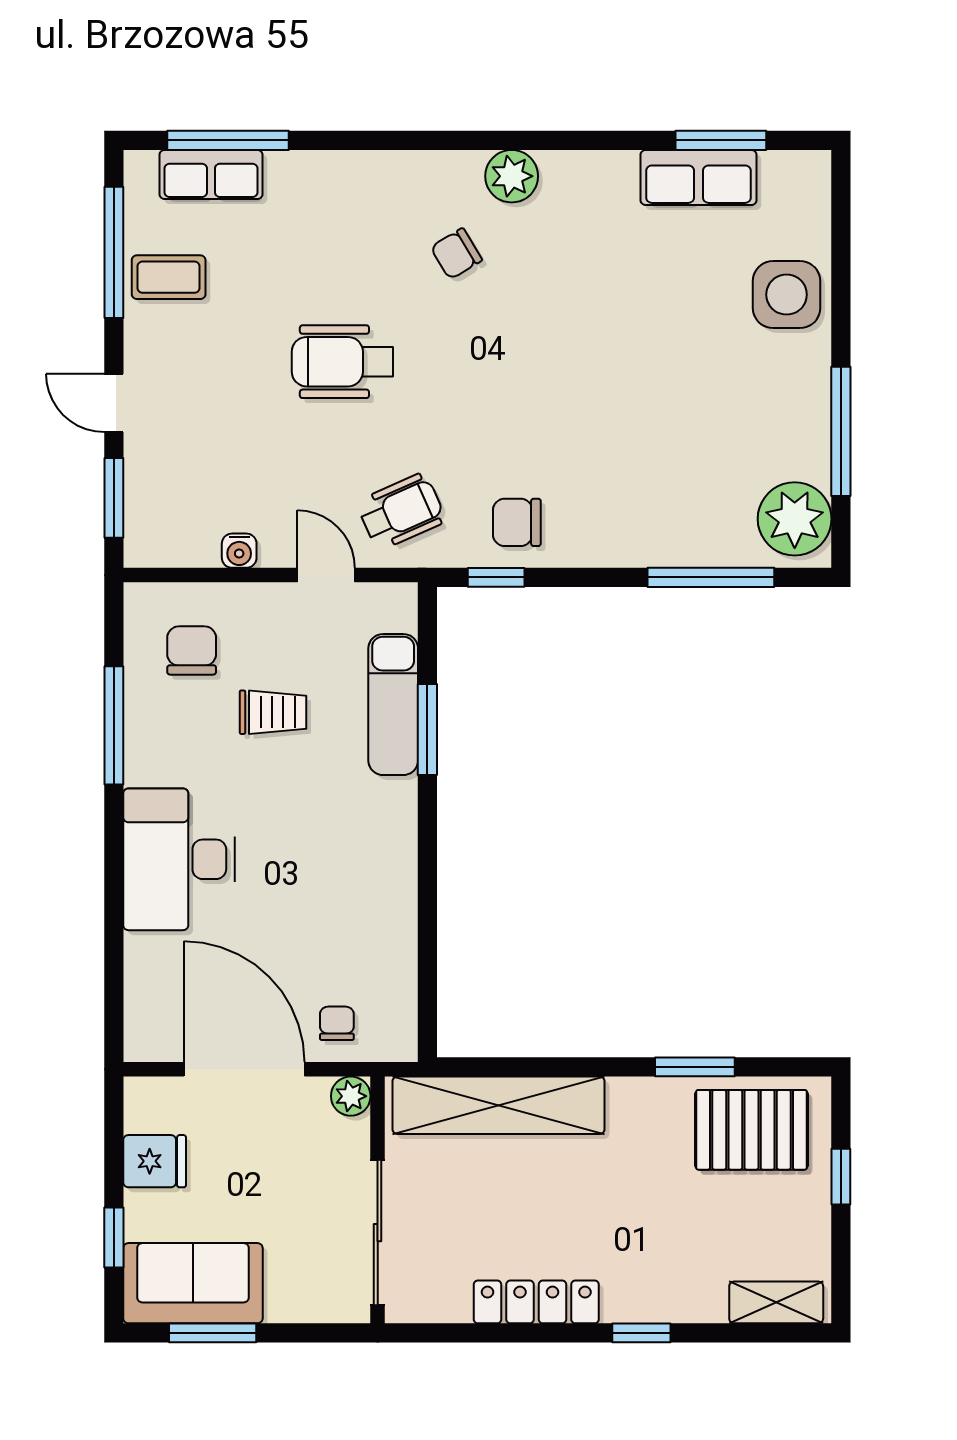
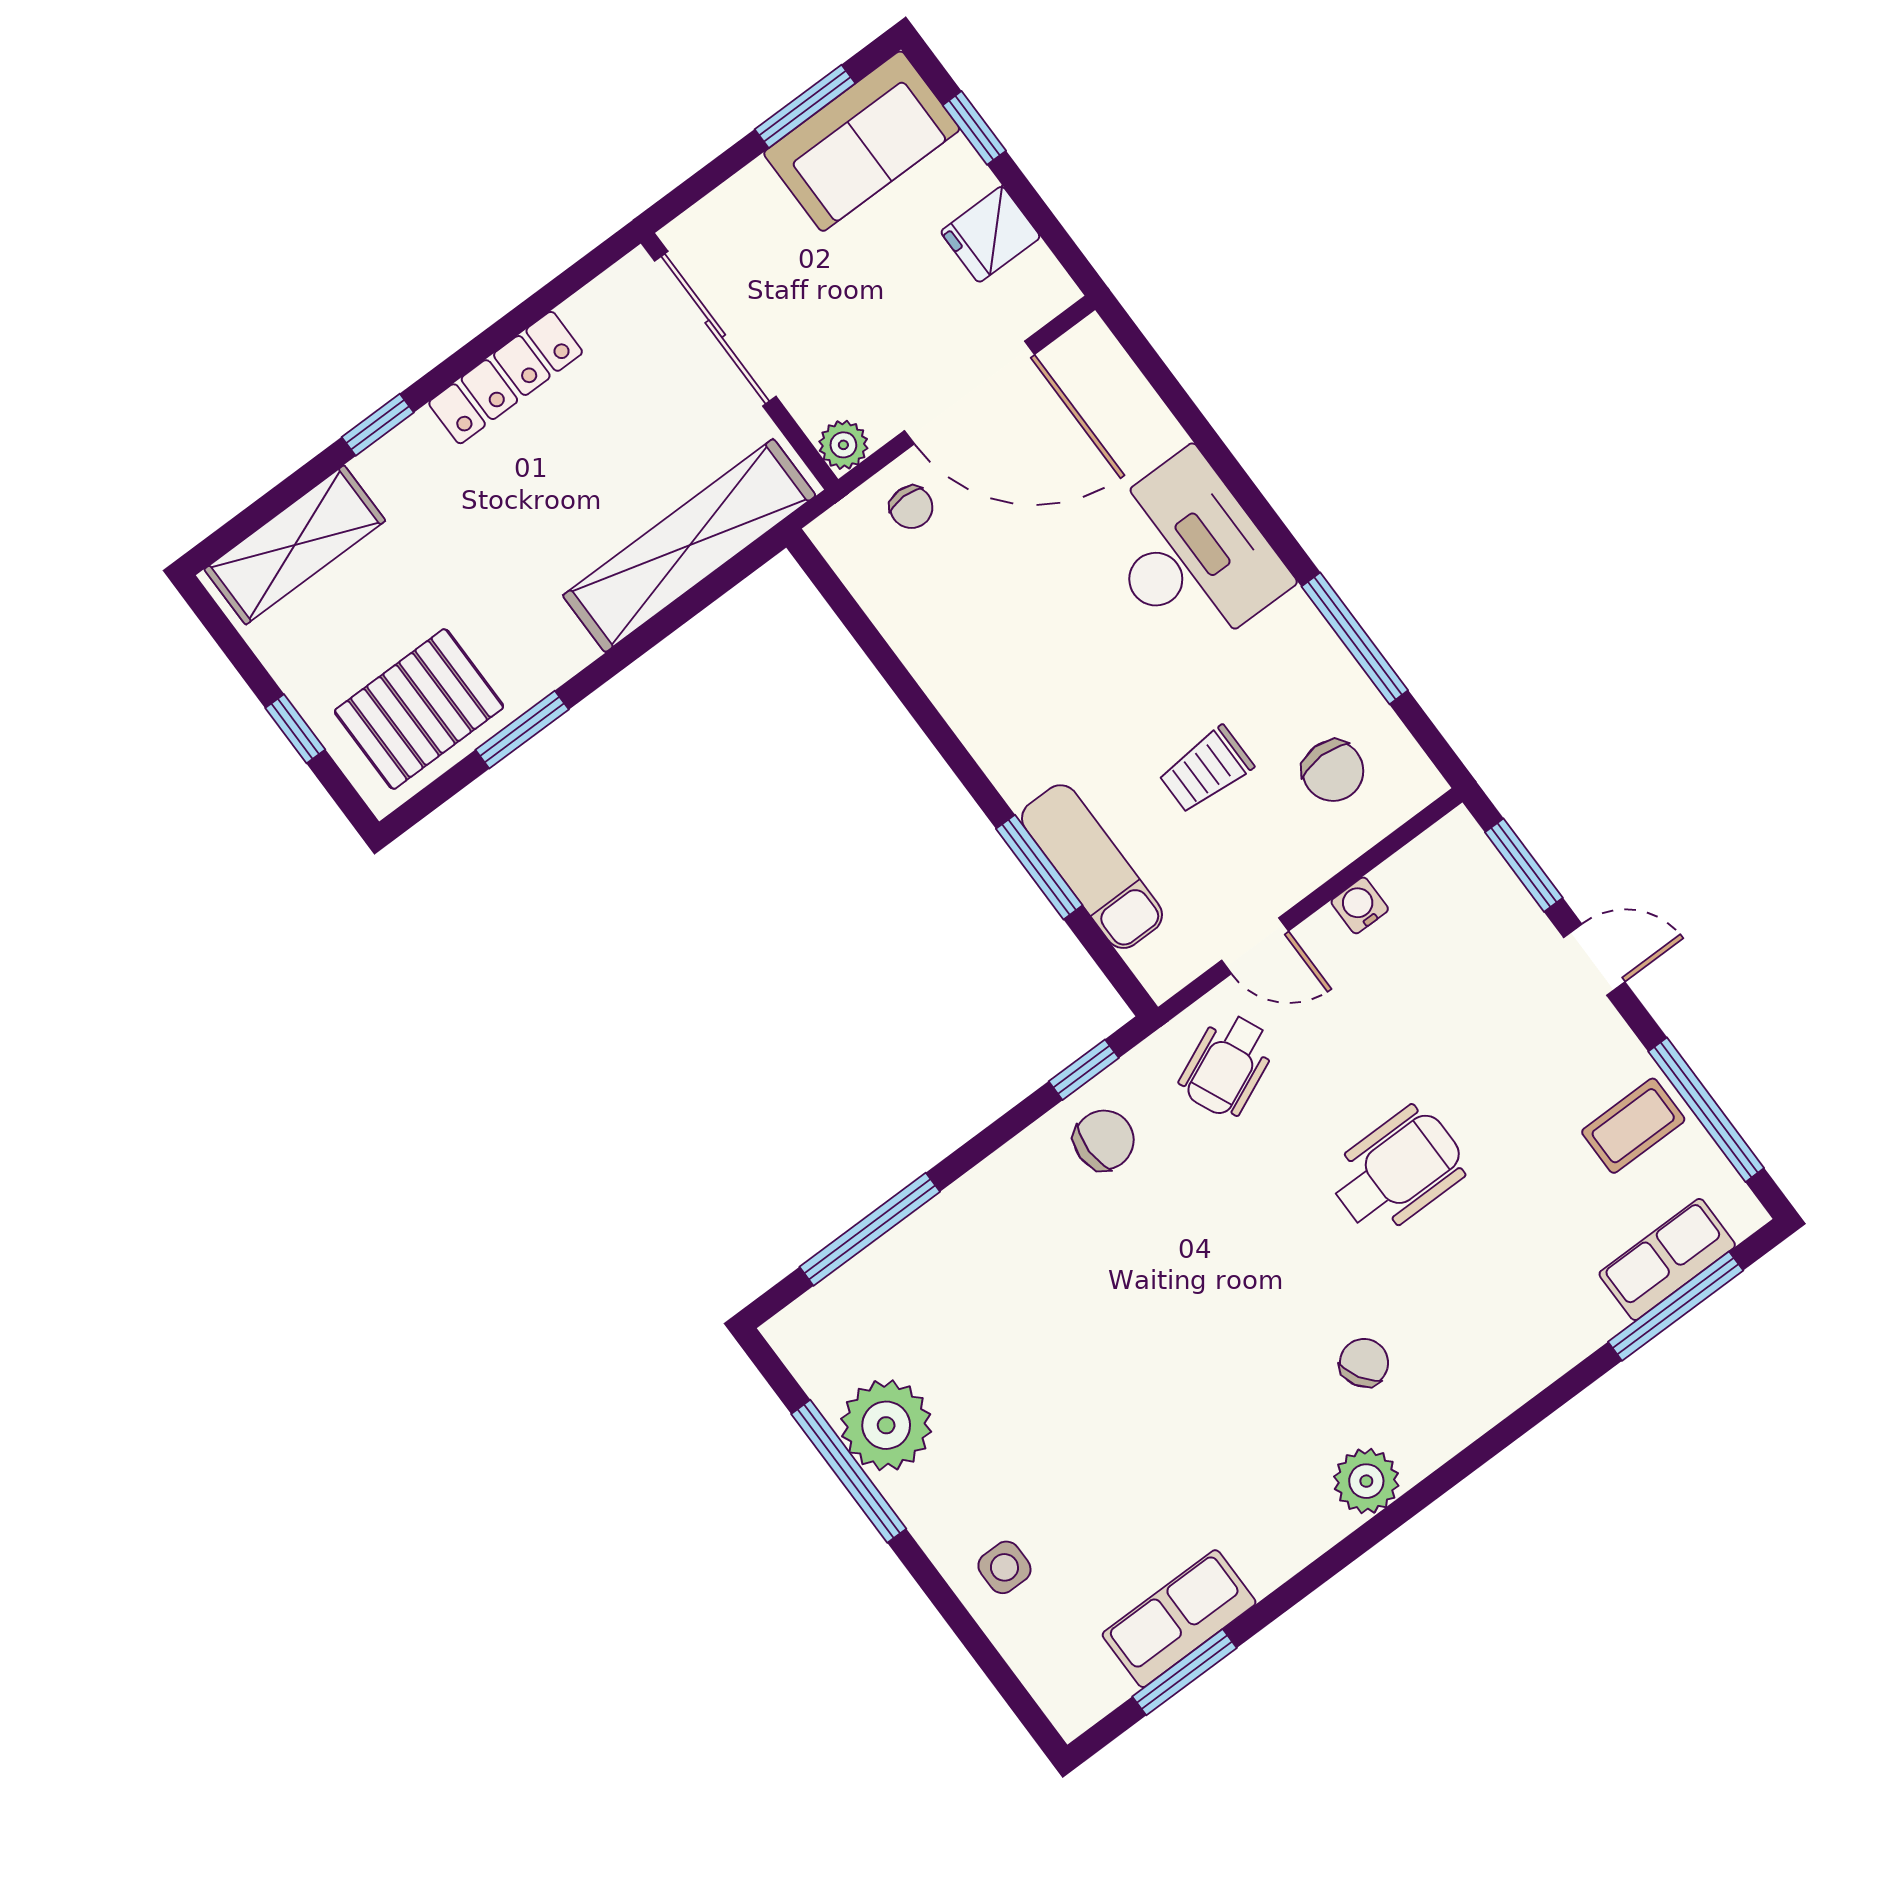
side table: (787, 295) -> (1004, 1567), width x0.54, depth x0.54
plant: (795, 519) -> (886, 1425), moved
shelving: (776, 1302) -> (295, 545), width x1.50, depth x1.33

